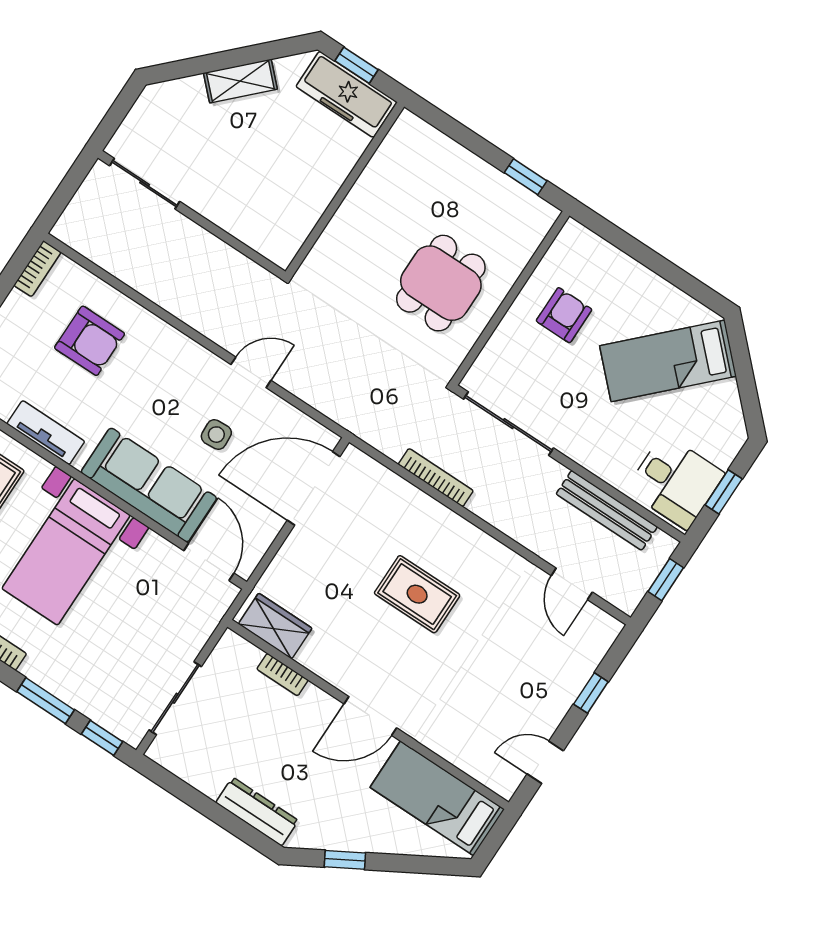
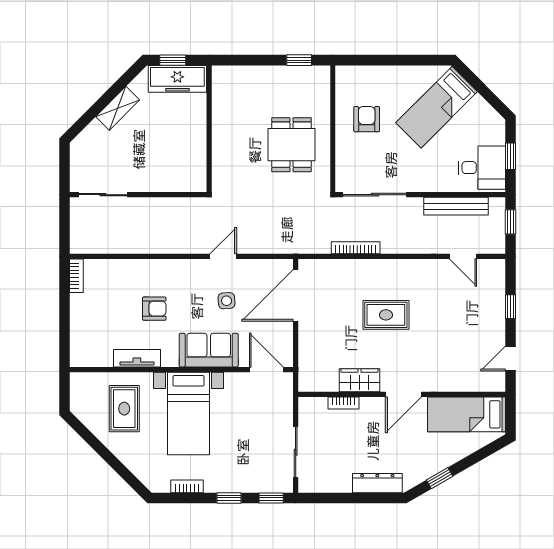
armchair: (90, 341) -> (154, 309), moved, width x0.72, depth x0.72
sofa: (149, 485) -> (209, 350), width x0.73
wardrobe: (275, 626) -> (359, 380), moved
window: (46, 701) -> (229, 498), width x0.67

